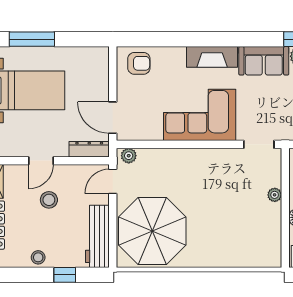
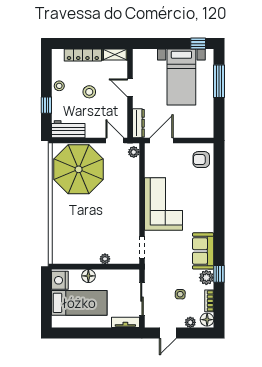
fireplace: (212, 57) -> (206, 213), removed
armchair: (139, 63) -> (201, 160), turned 90
stool: (49, 200) -> (89, 92), moved
workbench: (97, 236) -> (68, 129), width x0.73

